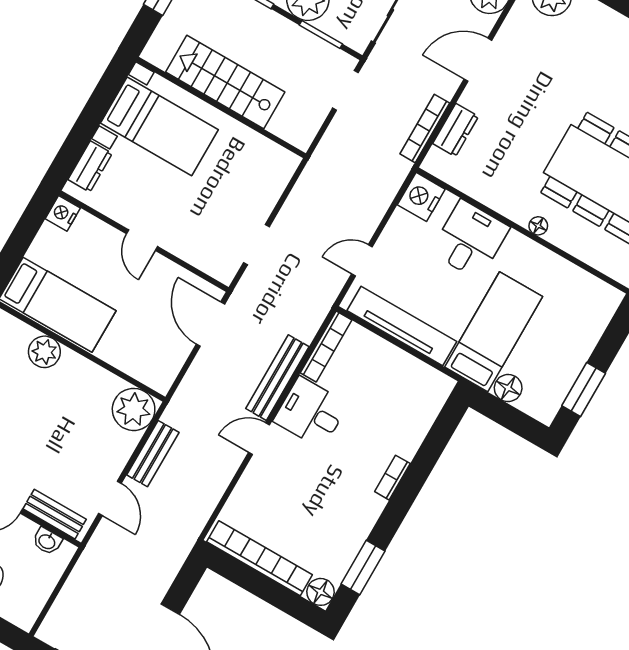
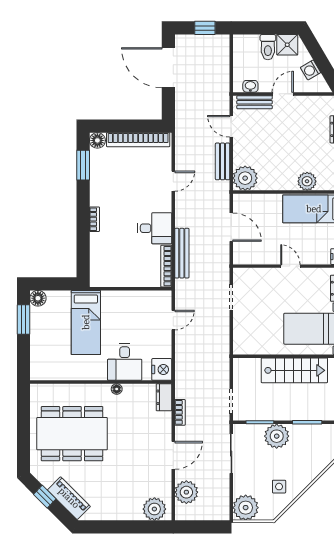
bookcase: (425, 128) -> (180, 412), width x0.64
dresser: (456, 130) -> (164, 397), moved
floor lamp: (538, 226) -> (117, 389), moved
door: (210, 324) -> (231, 227), moved
tv unit: (402, 326) -> (134, 299), removed
bench: (277, 378) -> (182, 253), moved
floor lamp: (508, 388) -> (38, 298), moved
door: (259, 439) -> (173, 181), moved

